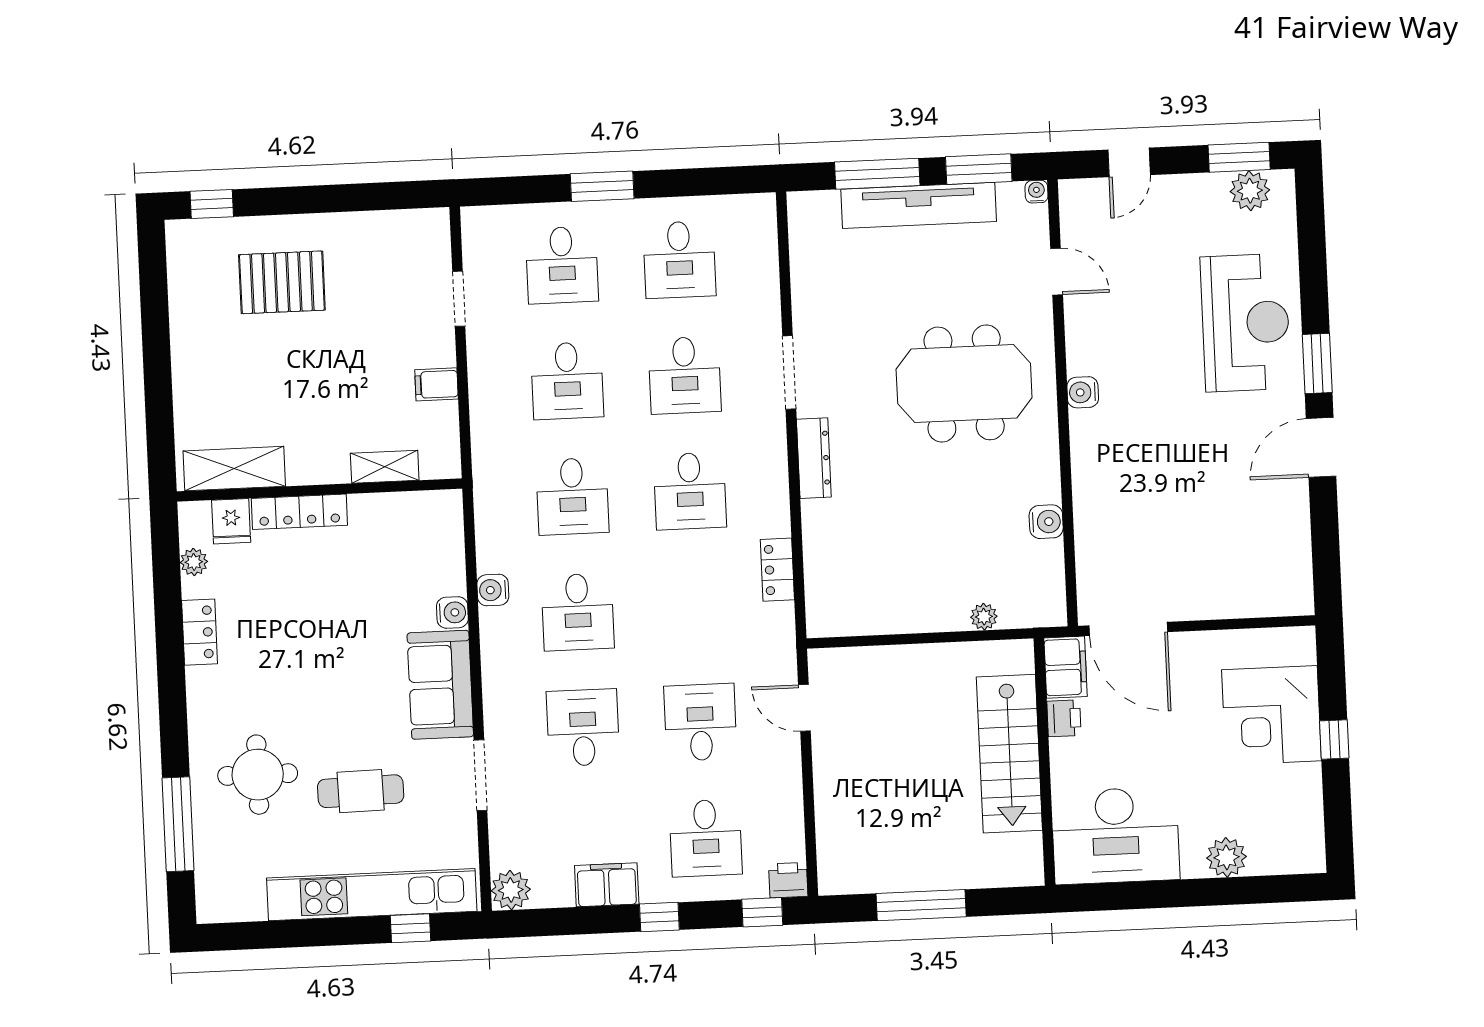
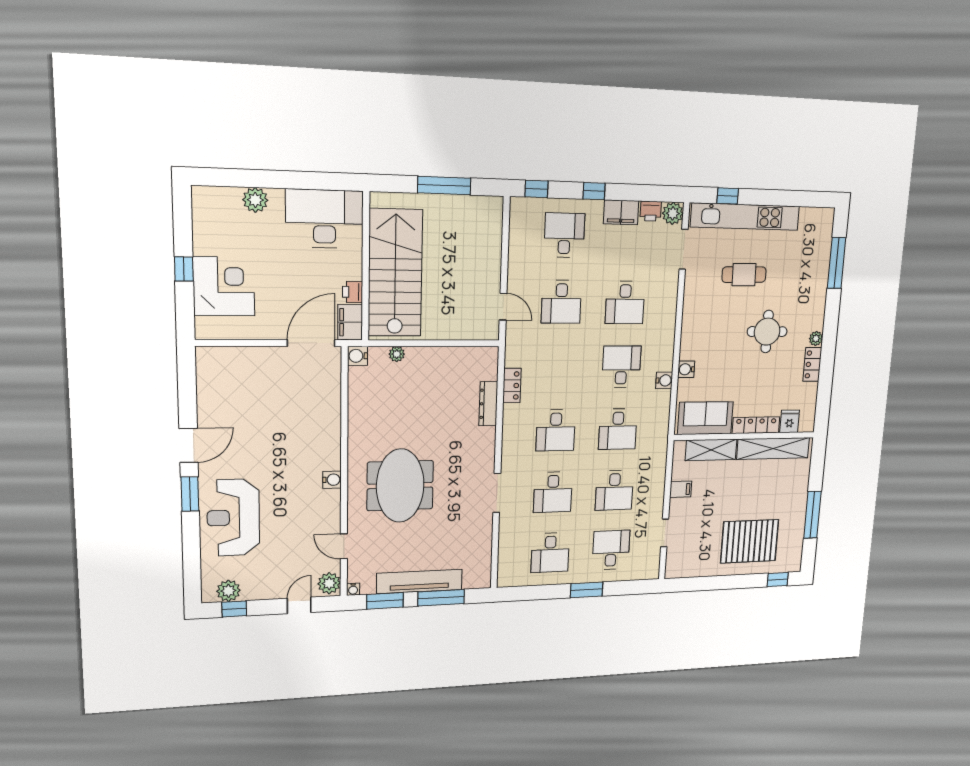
window: (1239, 157) -> (234, 609), width x0.67
plant: (1079, 203) -> (329, 583), added
desk: (679, 260) -> (550, 553), turned 180
pallet: (282, 282) -> (750, 541), width x1.37, depth x1.41
window: (156, 337) -> (812, 515), added
desk: (685, 375) -> (553, 492), turned 180
desk: (567, 381) -> (614, 490), turned 180
meeting table: (964, 383) -> (400, 486), turned 90
dresser: (814, 458) -> (488, 404), moved
shelving: (385, 467) -> (711, 450), width x1.50, depth x1.33
shelving: (234, 469) -> (773, 448), width x1.47
desk: (690, 491) -> (556, 430), turned 180
desk: (572, 496) -> (618, 429), turned 180
water cooler: (1046, 522) -> (358, 356), moved
plant: (194, 562) -> (816, 339), moved
door: (1128, 629) -> (311, 343), hinge flipped
sofa: (440, 685) -> (705, 418), moved, turned -90
stairs: (1009, 754) -> (395, 273), width x1.36, depth x1.51
round table: (258, 775) -> (767, 332), moved
doorway: (480, 775) -> (684, 249), moved
printer: (788, 880) -> (651, 211), moved

